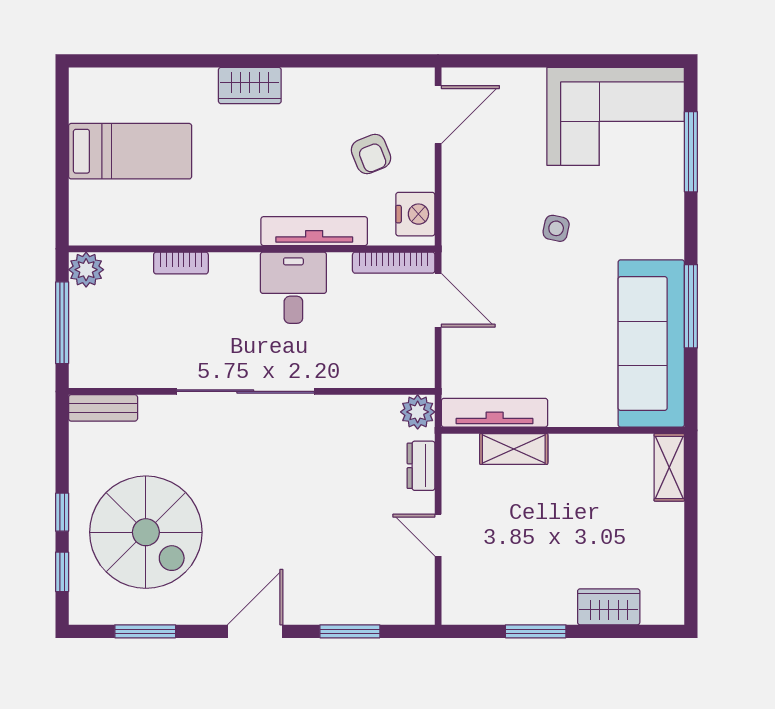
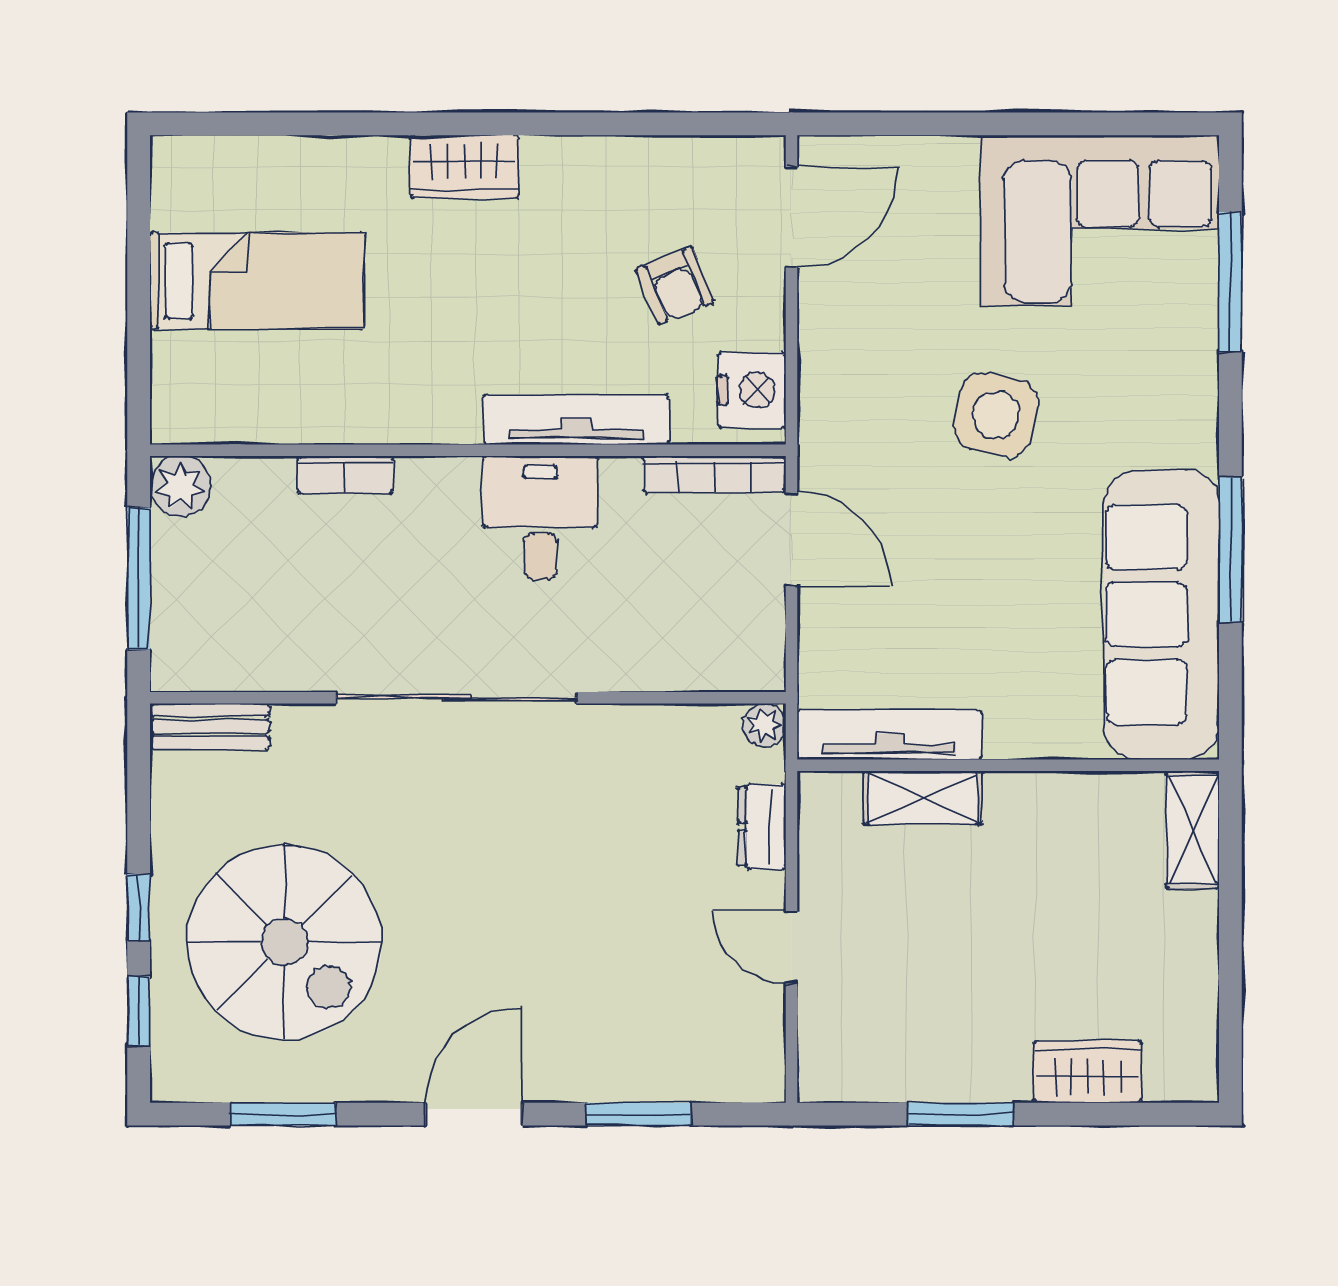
side table: (556, 228) -> (996, 415), width x1.87, depth x1.87
plant: (418, 412) -> (764, 725), width x0.73, depth x0.73

